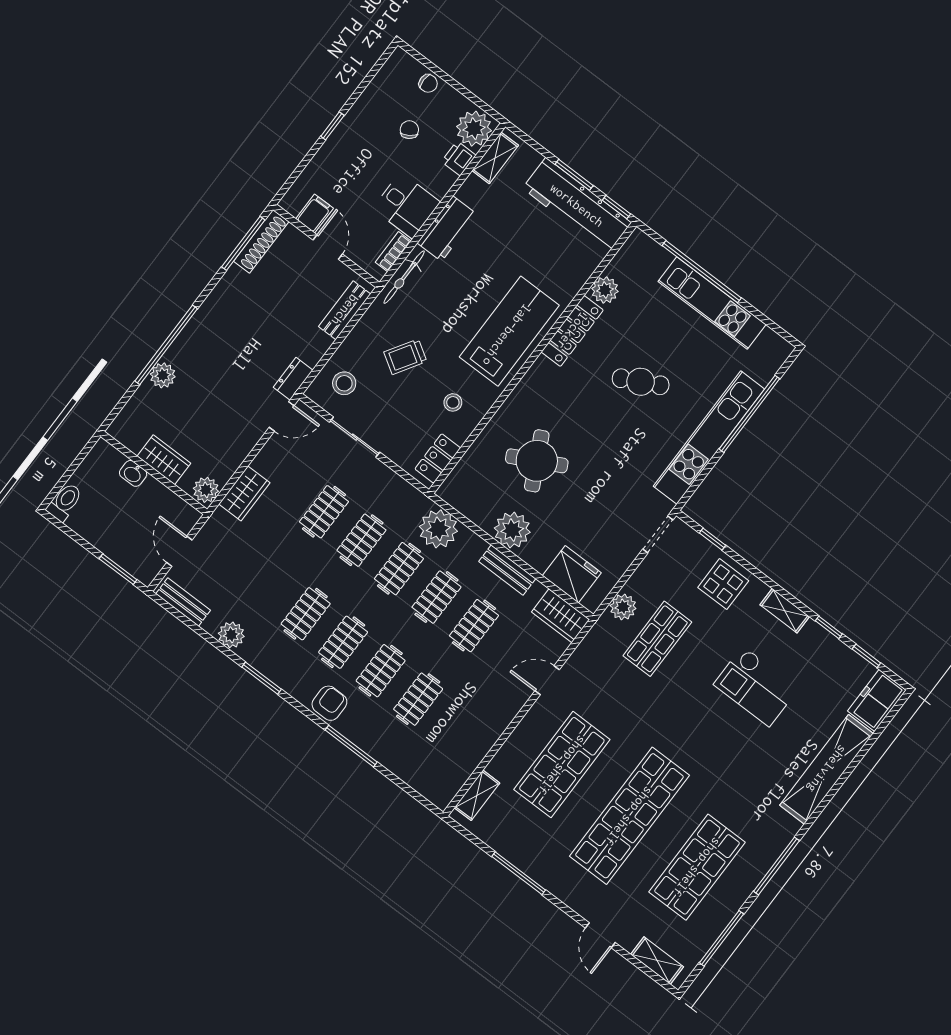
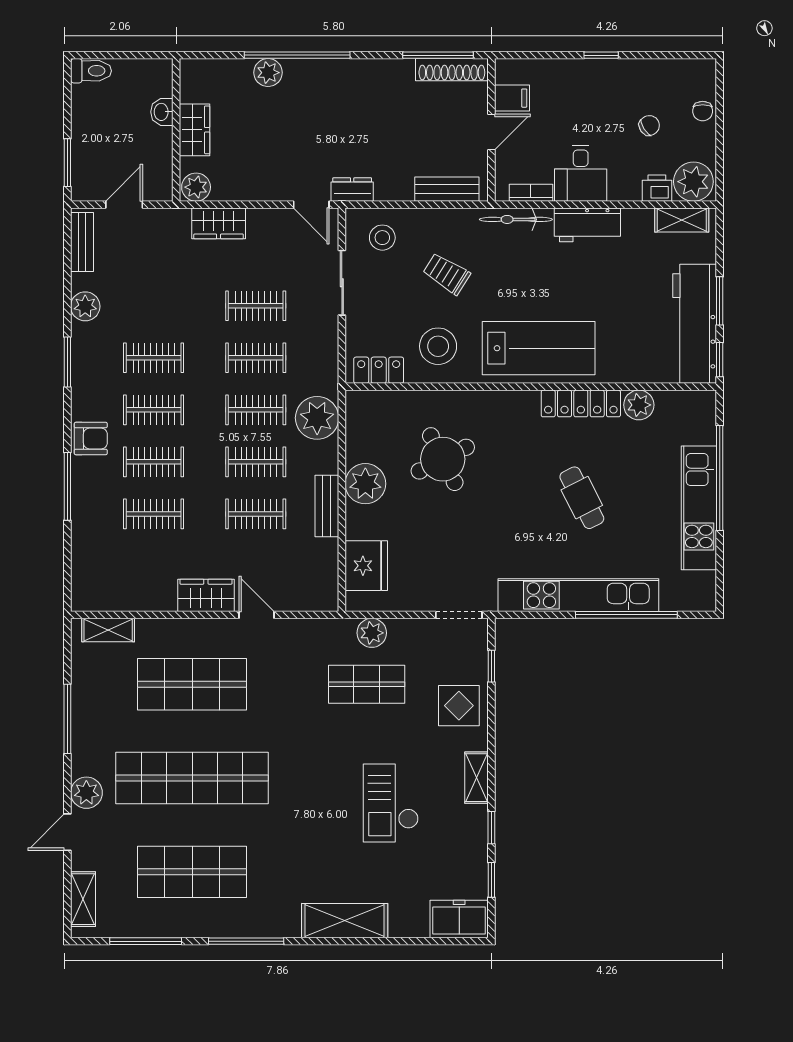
stool: (453, 402) -> (438, 346), width x1.89, depth x1.89
wardrobe: (561, 616) -> (206, 595), moved, turned 90
shelving: (827, 769) -> (345, 921), width x0.68
plant: (582, 900) -> (86, 793), added

